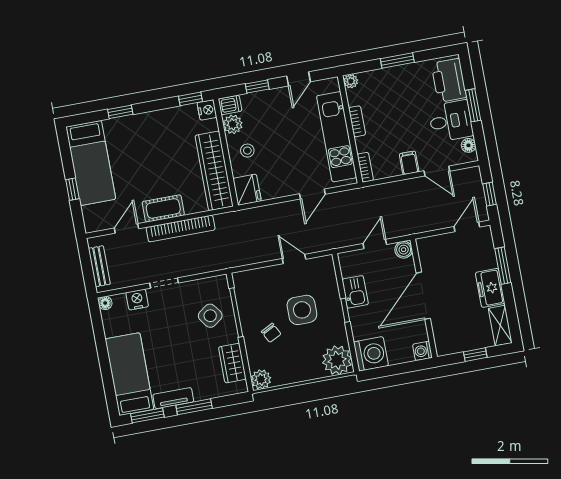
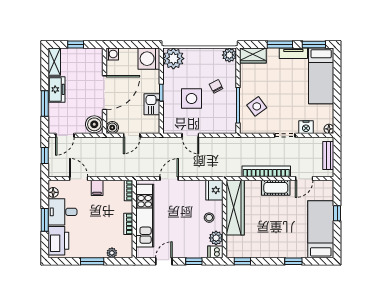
plant: (351, 81) -> (112, 253), moved
nightstand: (207, 110) -> (232, 251), removed
boiler: (429, 250) -> (94, 124), added
wardrobe: (232, 363) -> (253, 56), moved, turned 90

